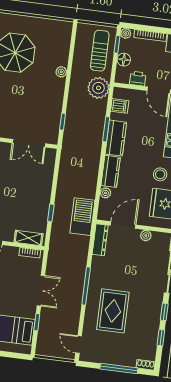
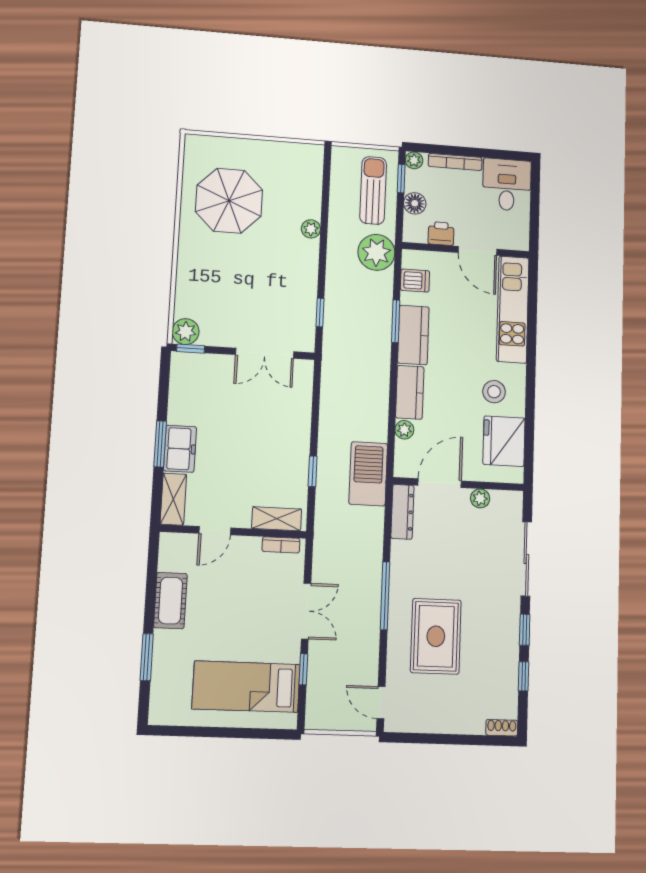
window: (119, 369) -> (456, 739), removed

